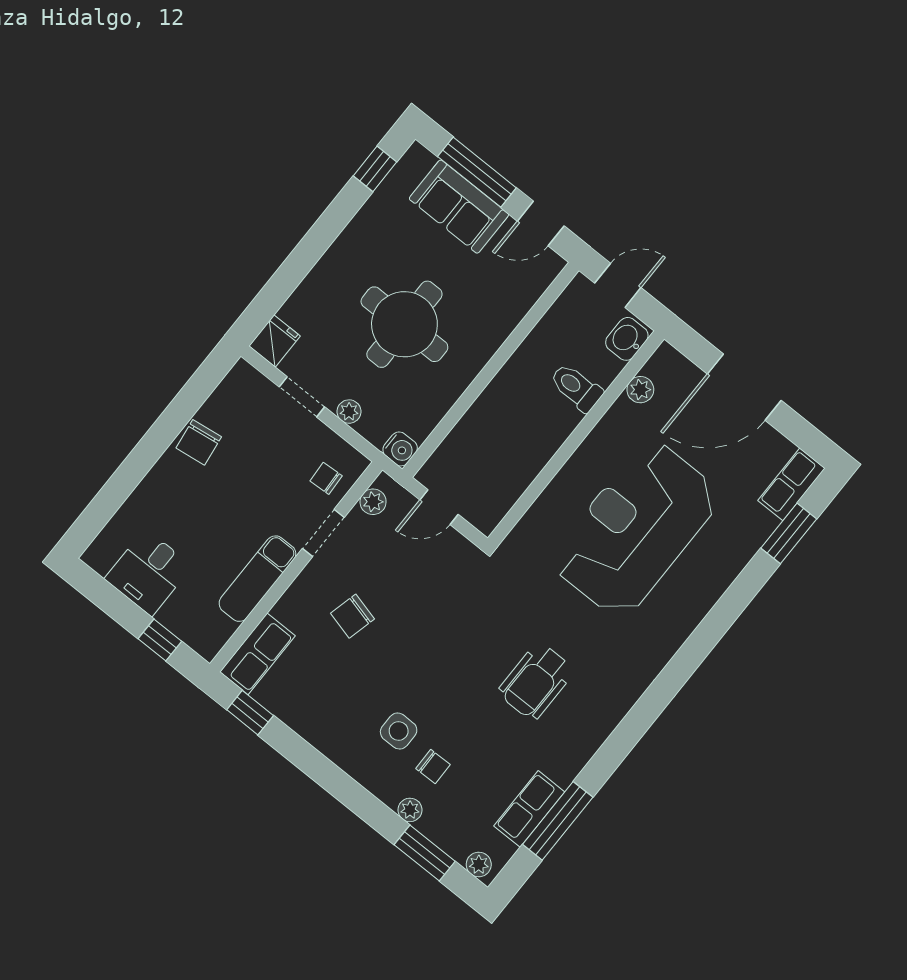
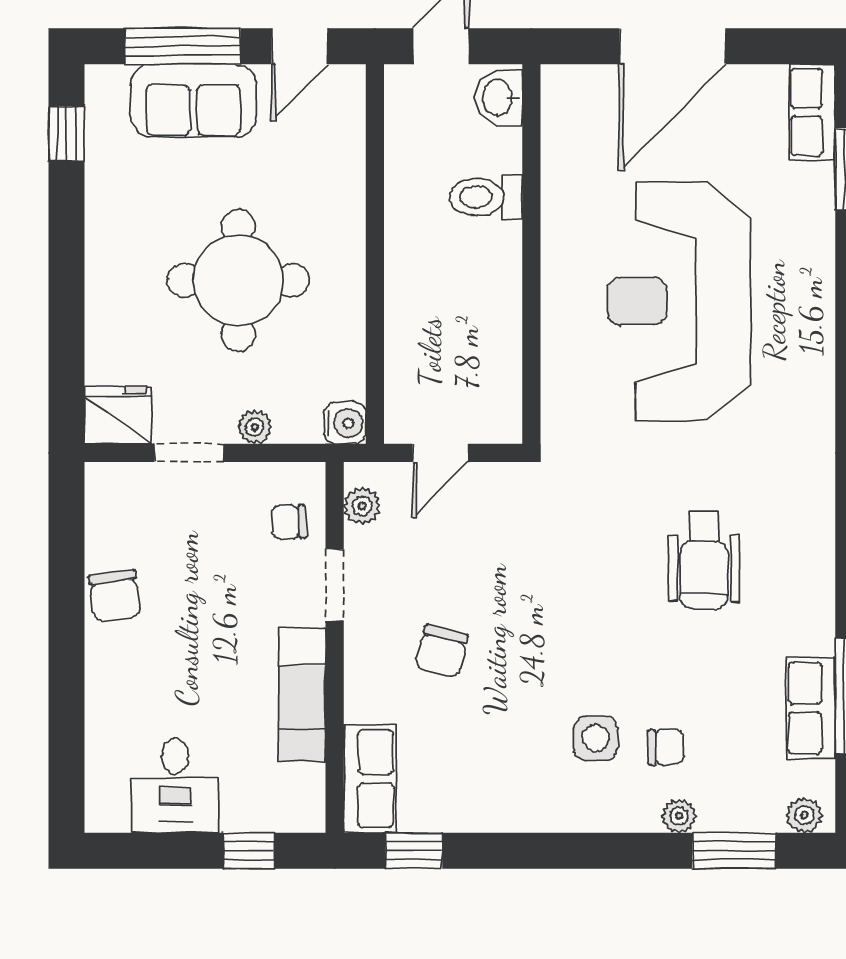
fridge: (275, 341) -> (118, 415), width x1.38
plant: (640, 390) -> (559, 142), removed

